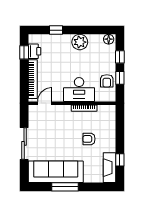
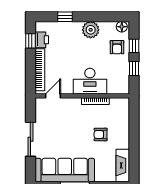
armchair: (107, 81) -> (117, 47), moved
window: (120, 160) -> (134, 157), removed

